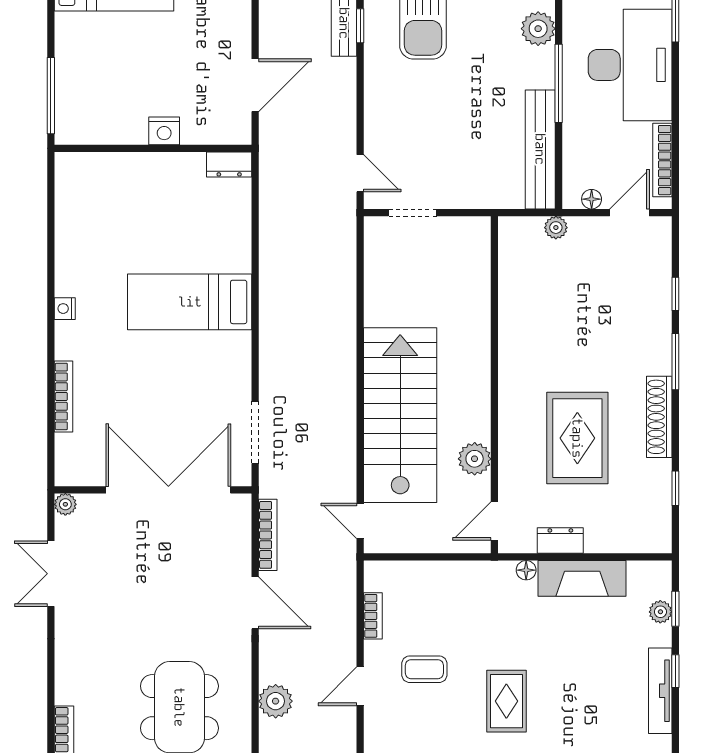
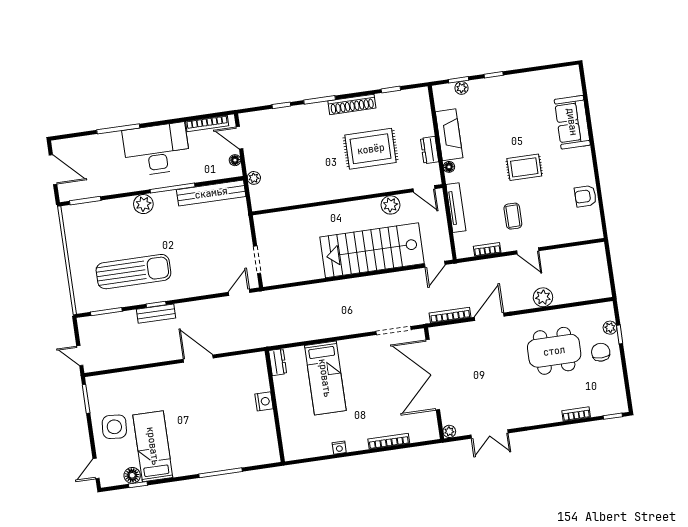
nightstand: (164, 131) -> (264, 401), moved
wall: (153, 148) -> (275, 406), moved
dresser: (229, 165) -> (278, 362), moved
tv unit: (660, 691) -> (456, 208), moved, turned -90

